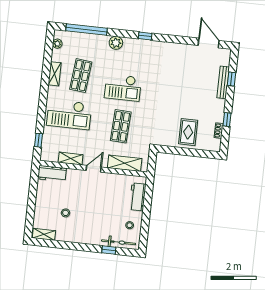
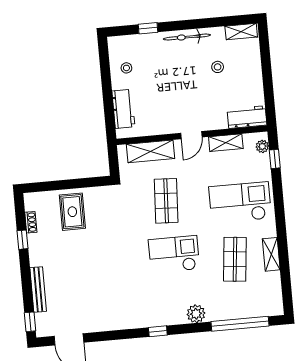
plant: (57, 44) -> (262, 146), moved
window: (231, 79) -> (30, 322), moved
bicycle: (119, 242) -> (187, 37), moved

